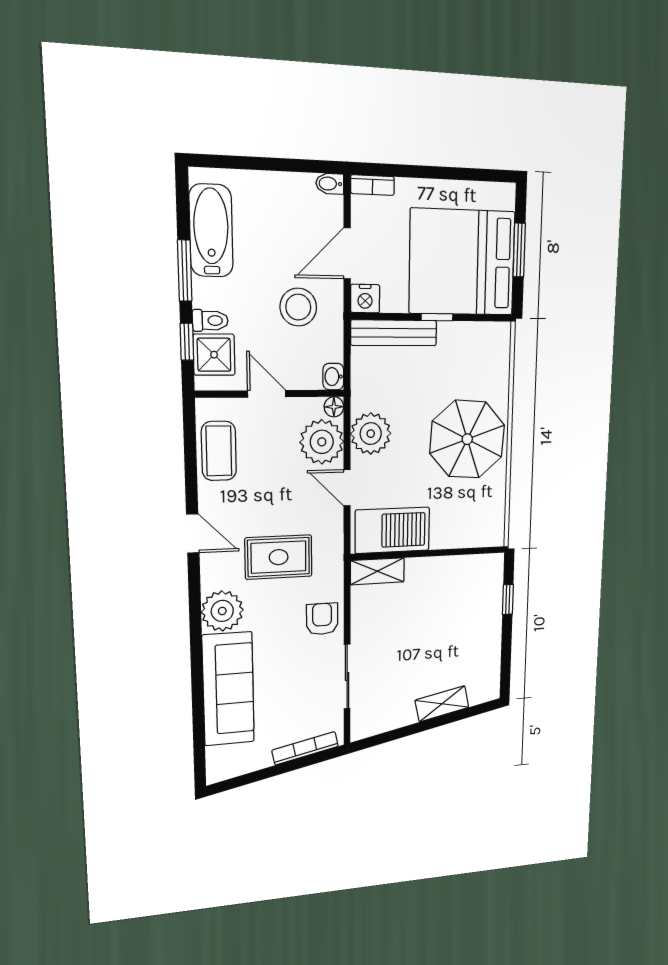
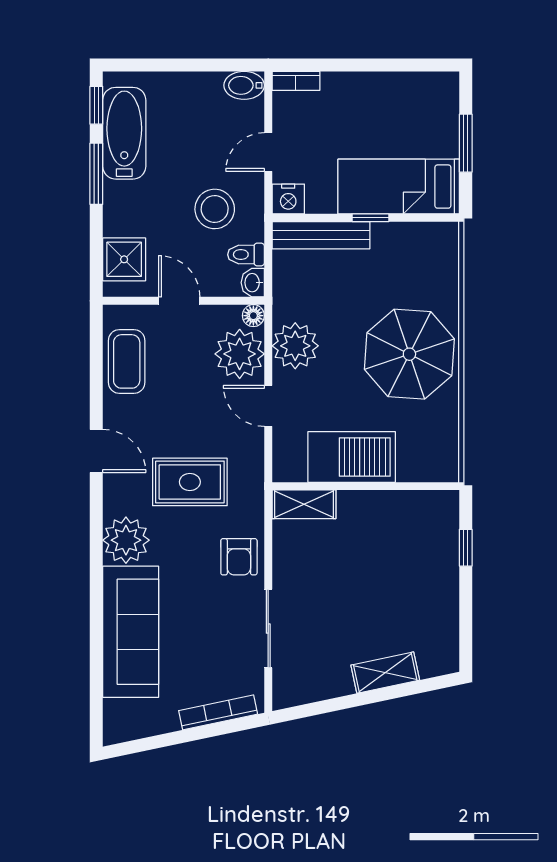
bidet: (330, 184) -> (244, 85), width x1.38, depth x1.36
door: (347, 253) -> (268, 152), width x0.73
bed: (462, 262) -> (399, 187), width x0.49
toilet: (210, 320) -> (246, 255), moved, turned 180
window: (187, 342) -> (96, 105), moved
barbecue: (392, 530) -> (352, 457), moved
armchair: (322, 619) -> (239, 557), turned 180

